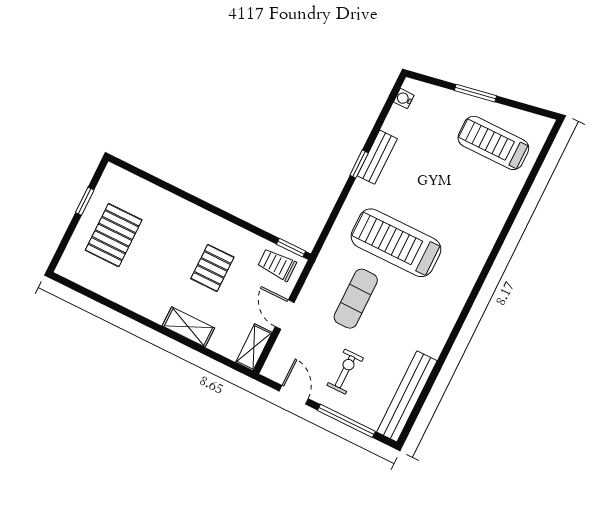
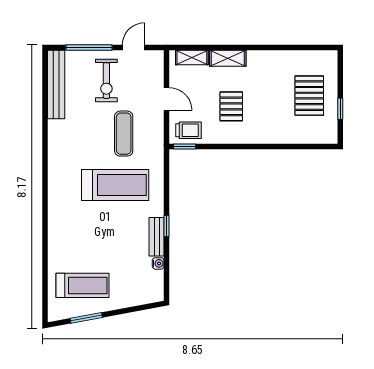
window: (475, 93) -> (86, 318), moved
water cooler: (404, 99) -> (158, 263), moved
shelving: (254, 347) -> (192, 57), moved, turned 90
exercise bike: (345, 372) -> (106, 81), width x1.38, depth x1.39
door: (294, 395) -> (134, 48), swing flipped

